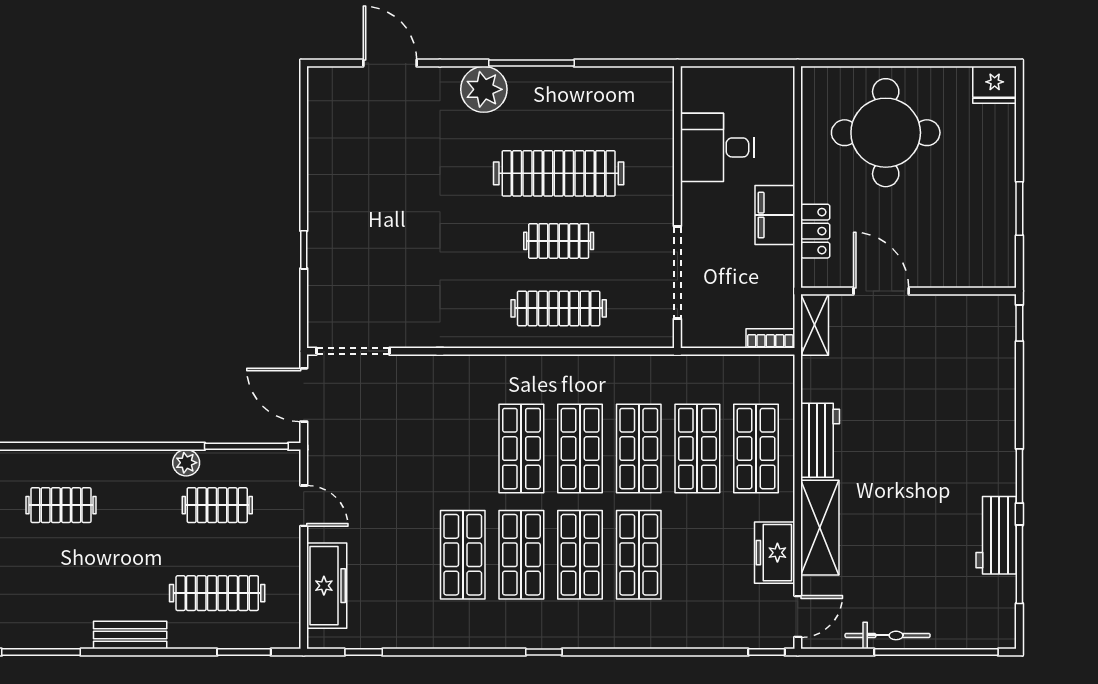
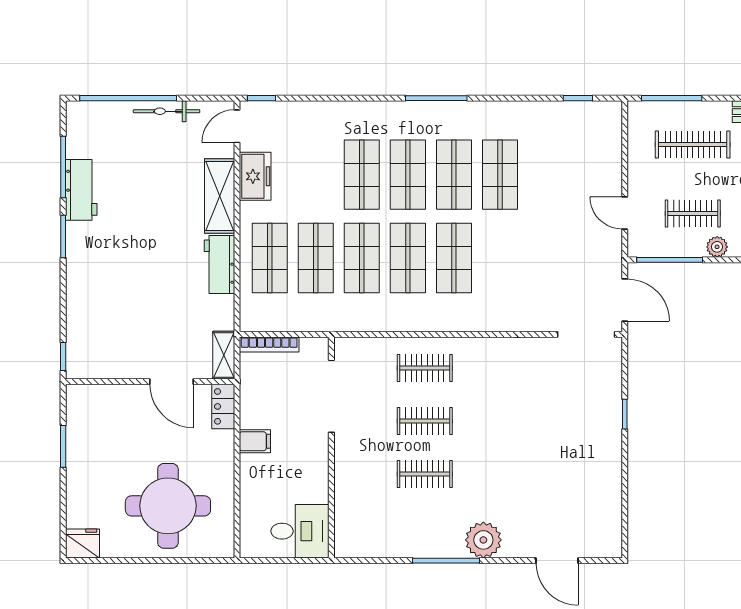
desk: (717, 147) -> (300, 531), moved
clothes rail: (559, 173) -> (425, 474), width x0.54, depth x0.76
filing cabinet: (775, 215) -> (255, 441), width x0.50
locker: (815, 231) -> (223, 406), moved
clothes rail: (559, 308) -> (425, 368), width x0.73
bookcase: (770, 338) -> (269, 344), width x1.56
freezer: (327, 586) -> (607, 150), removed
window: (244, 652) -> (672, 98), width x1.44
window: (544, 652) -> (436, 98), width x2.17

